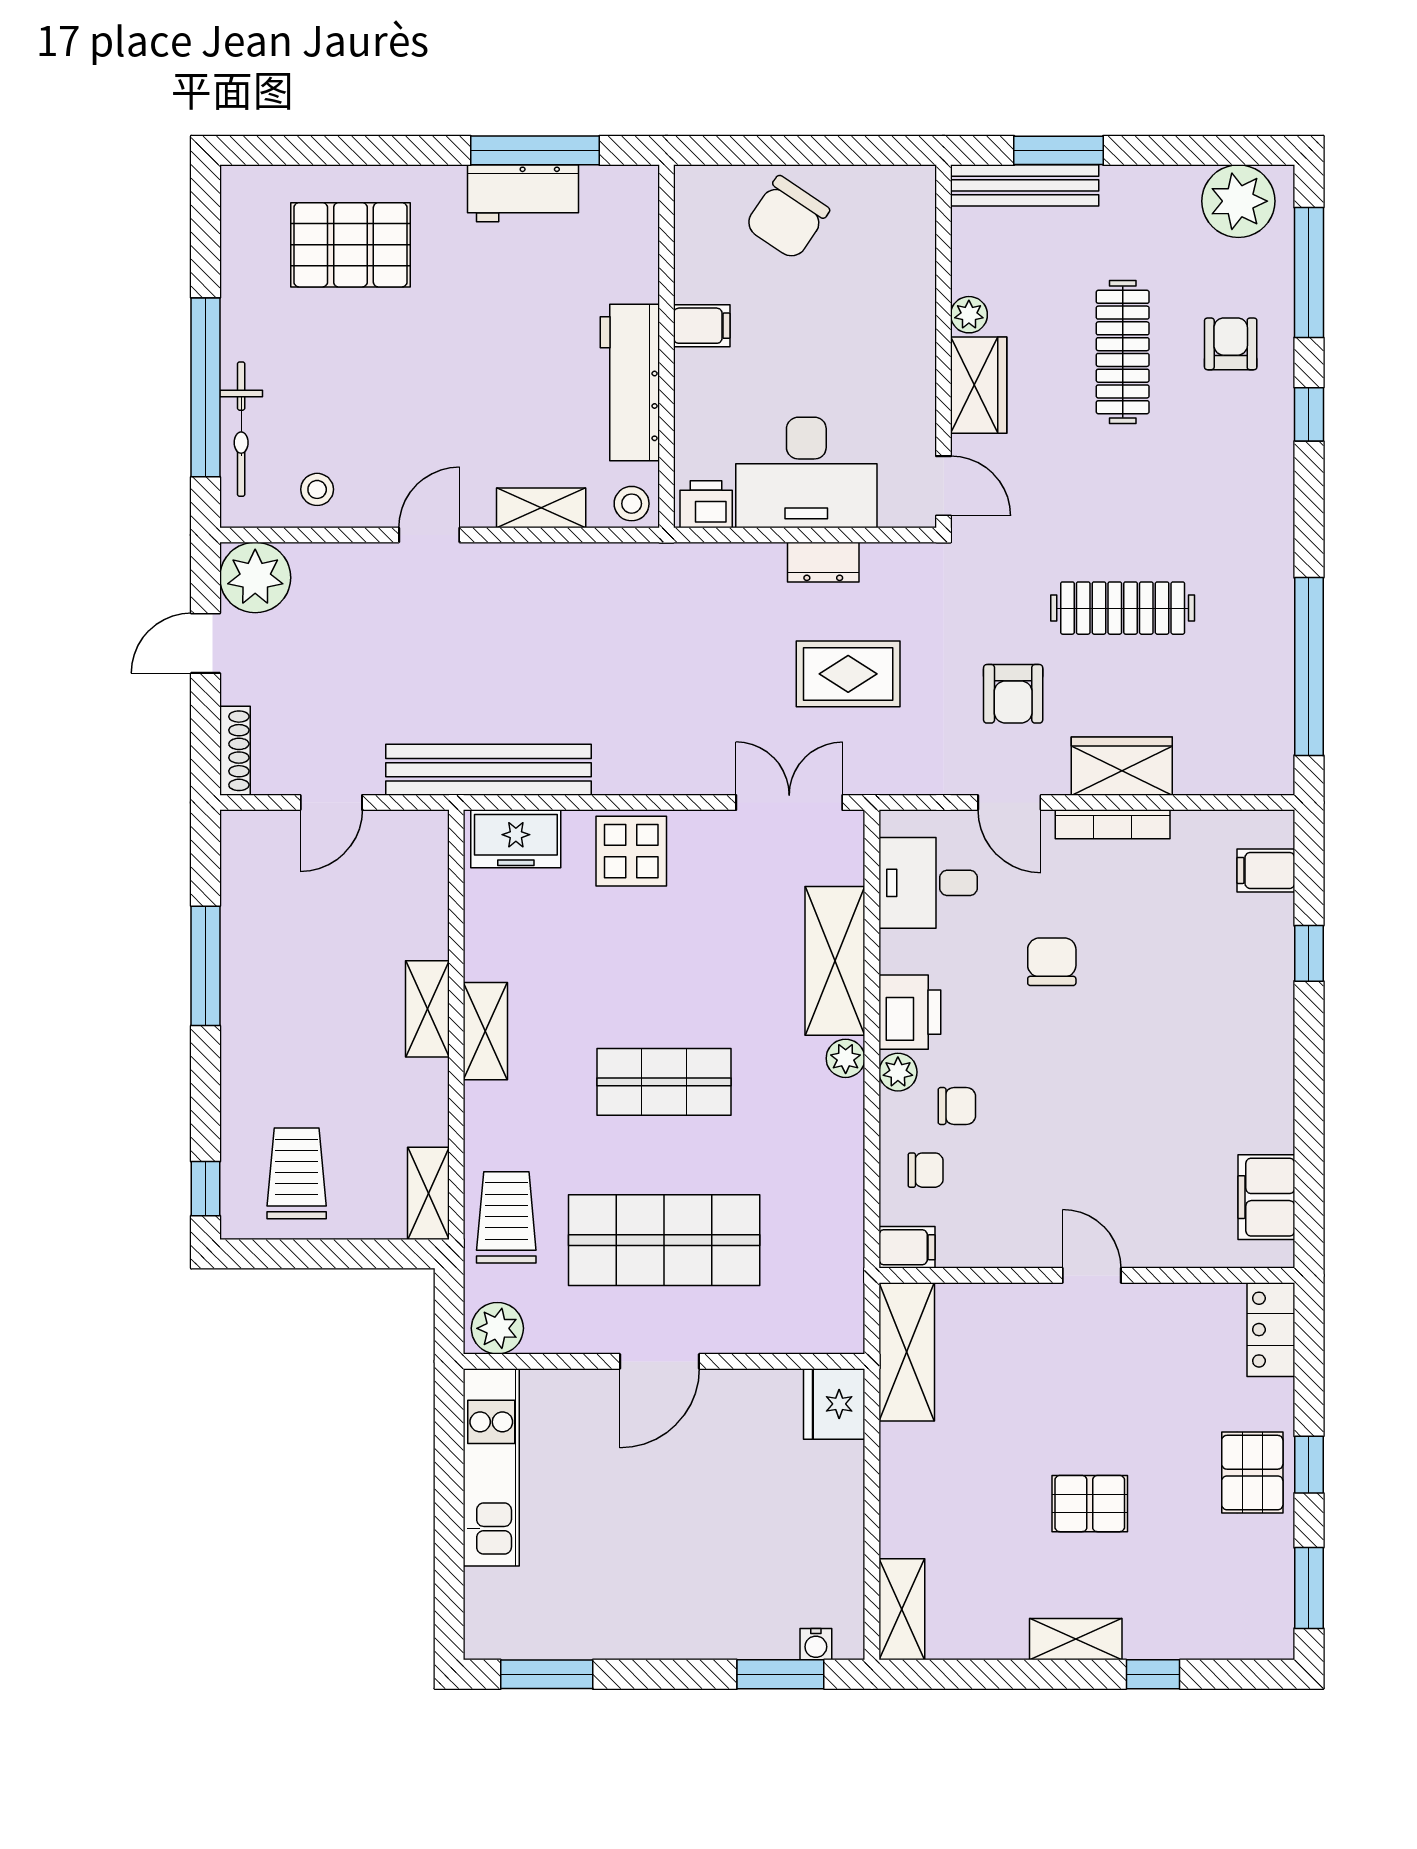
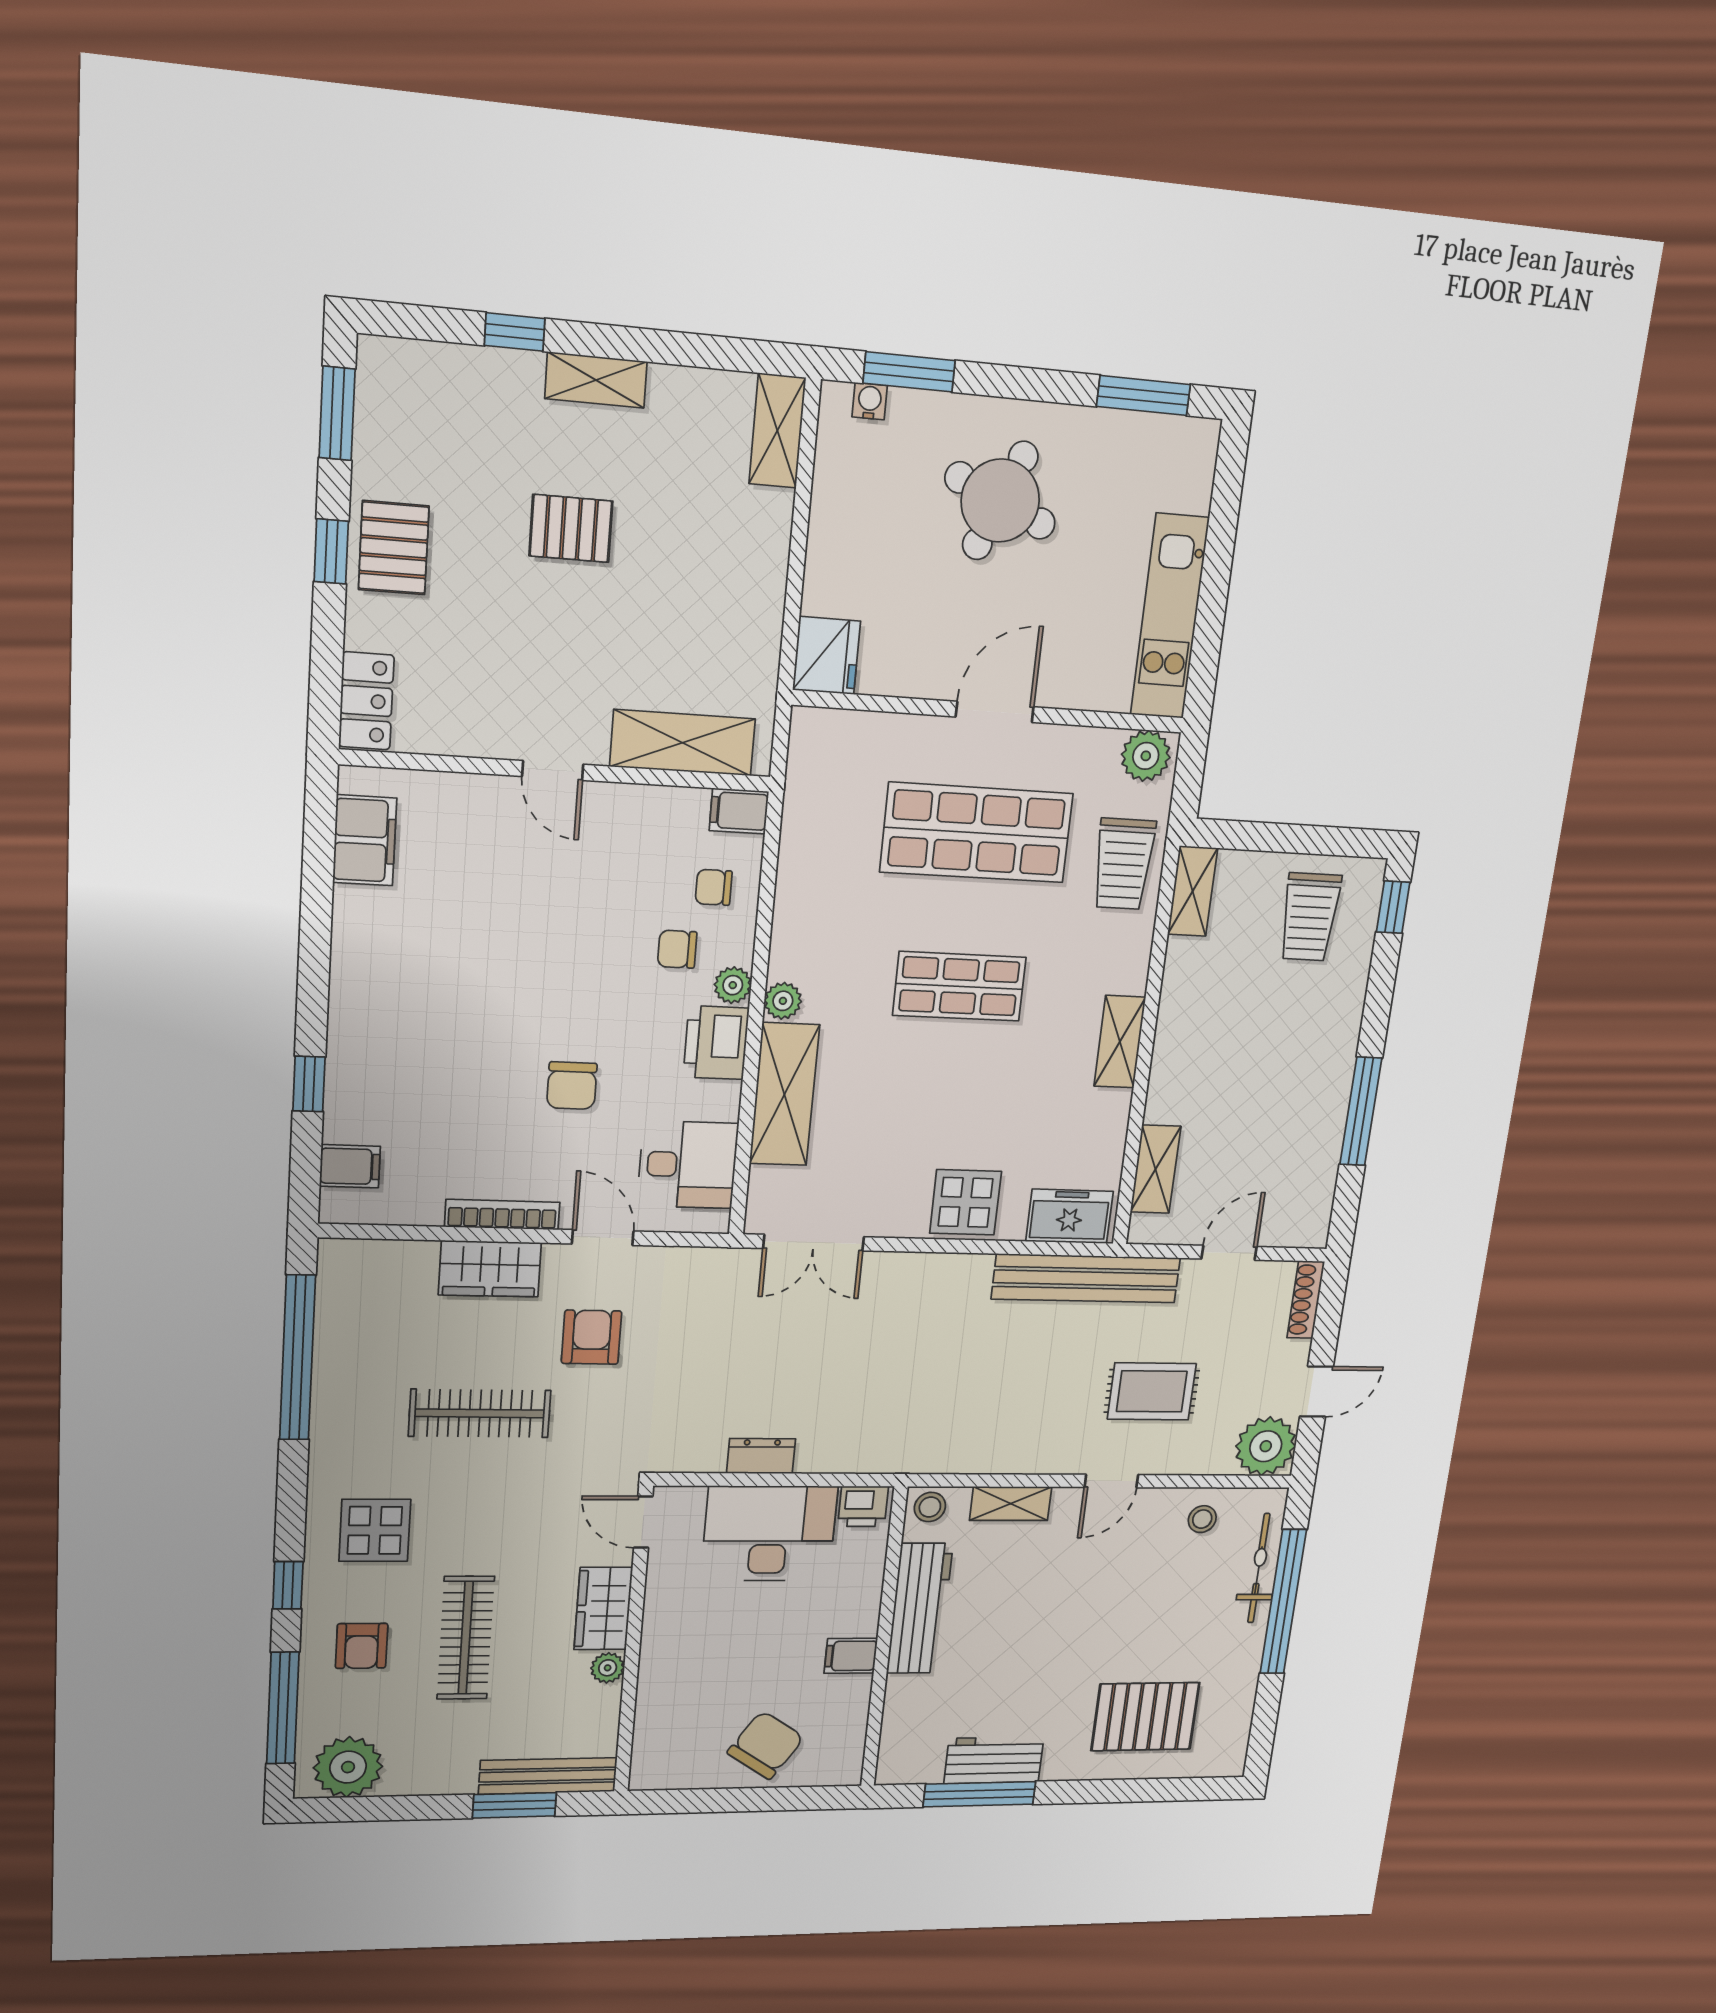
display table: (1223, 476) -> (375, 1530), added
rug: (848, 674) -> (1152, 1391), moved
shelving: (427, 1009) -> (1156, 1169), moved
shelving: (907, 1352) -> (683, 743), moved, turned 90
round table: (678, 1564) -> (1000, 501), added

